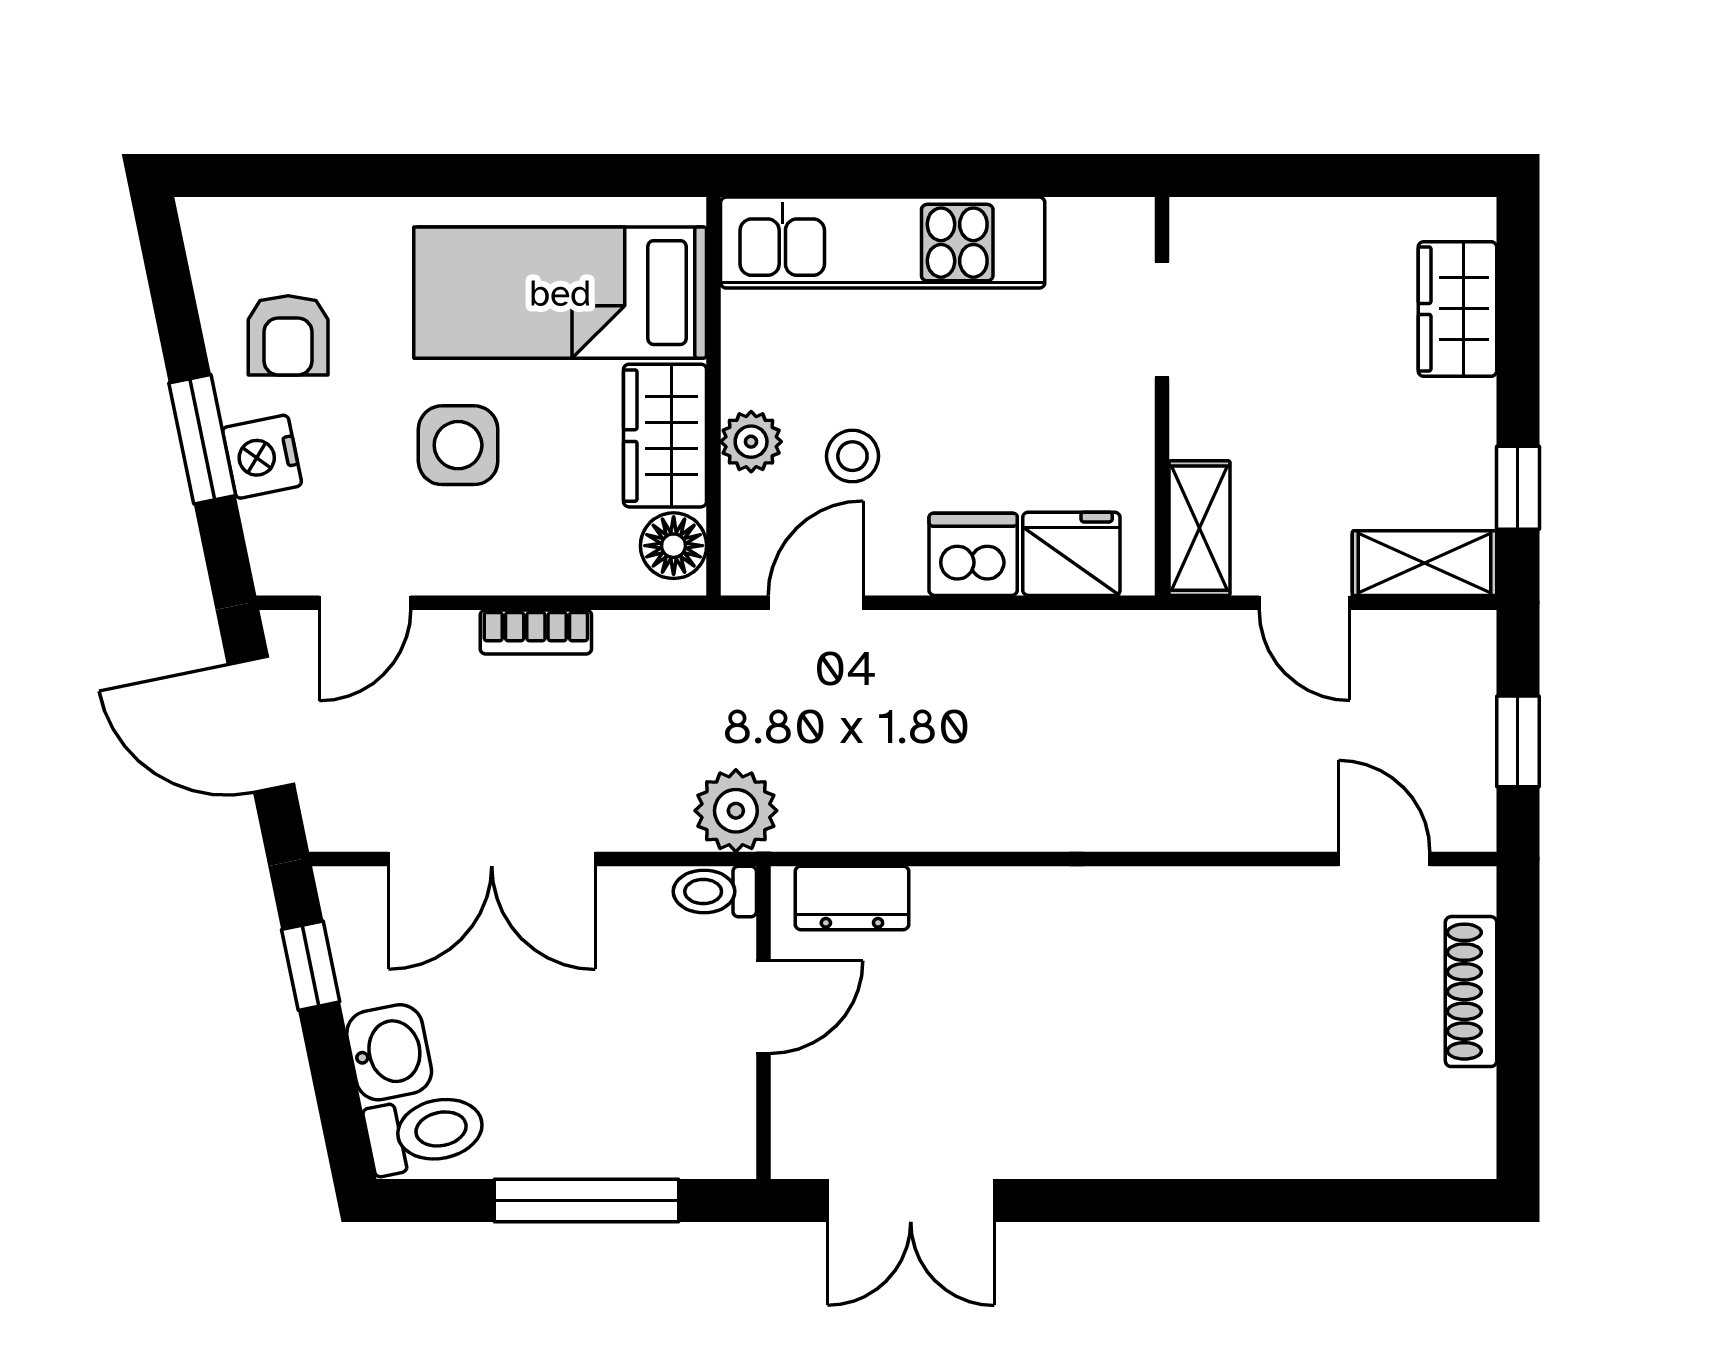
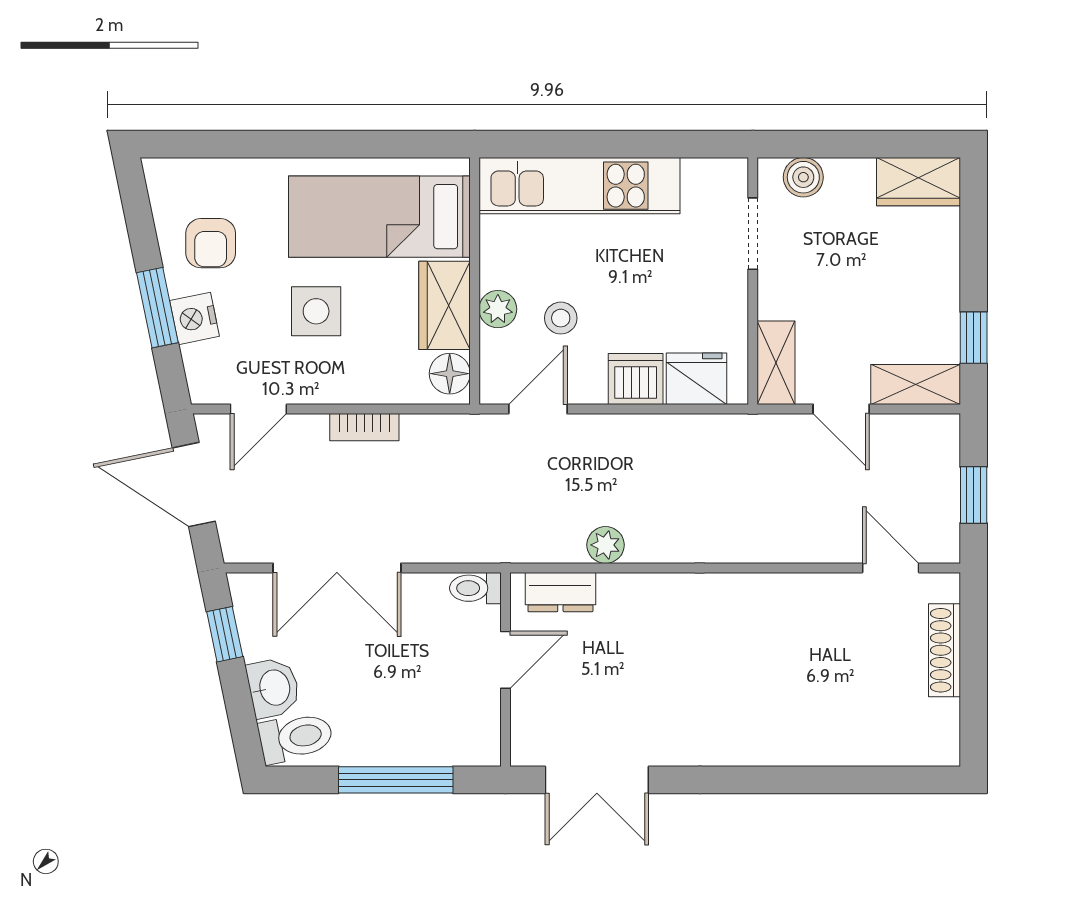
boiler: (1244, 229) -> (803, 177), added
wardrobe: (1457, 309) -> (918, 182), moved, turned -90
plant: (736, 811) -> (606, 545), moved, width x0.73, depth x0.73

